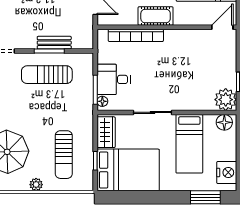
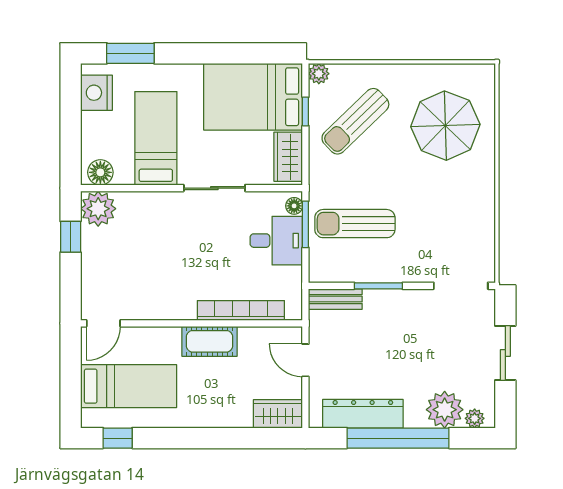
bench: (54, 43) -> (335, 299), moved
sun lounger: (47, 75) -> (355, 224), moved, turned 180
sun lounger: (64, 155) -> (355, 121), turned -134
plant: (36, 185) -> (319, 74), moved

